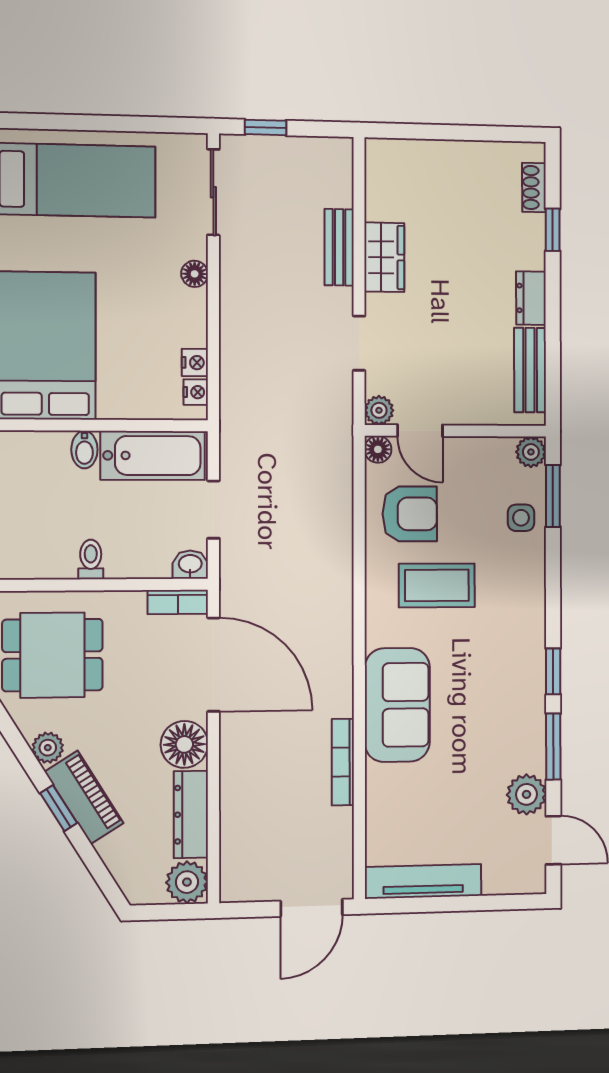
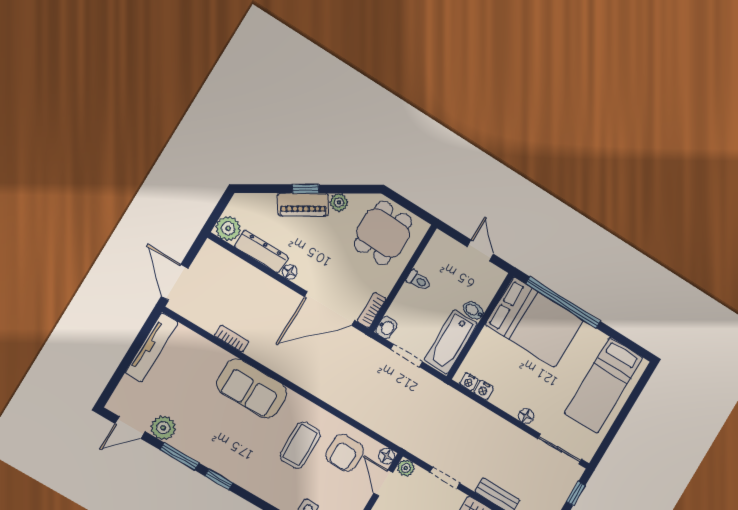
door: (420, 431) -> (383, 483), hinge flipped
floor lamp: (184, 744) -> (290, 272), width x0.53, depth x0.53
bookcase: (343, 762) -> (232, 339), width x0.64

